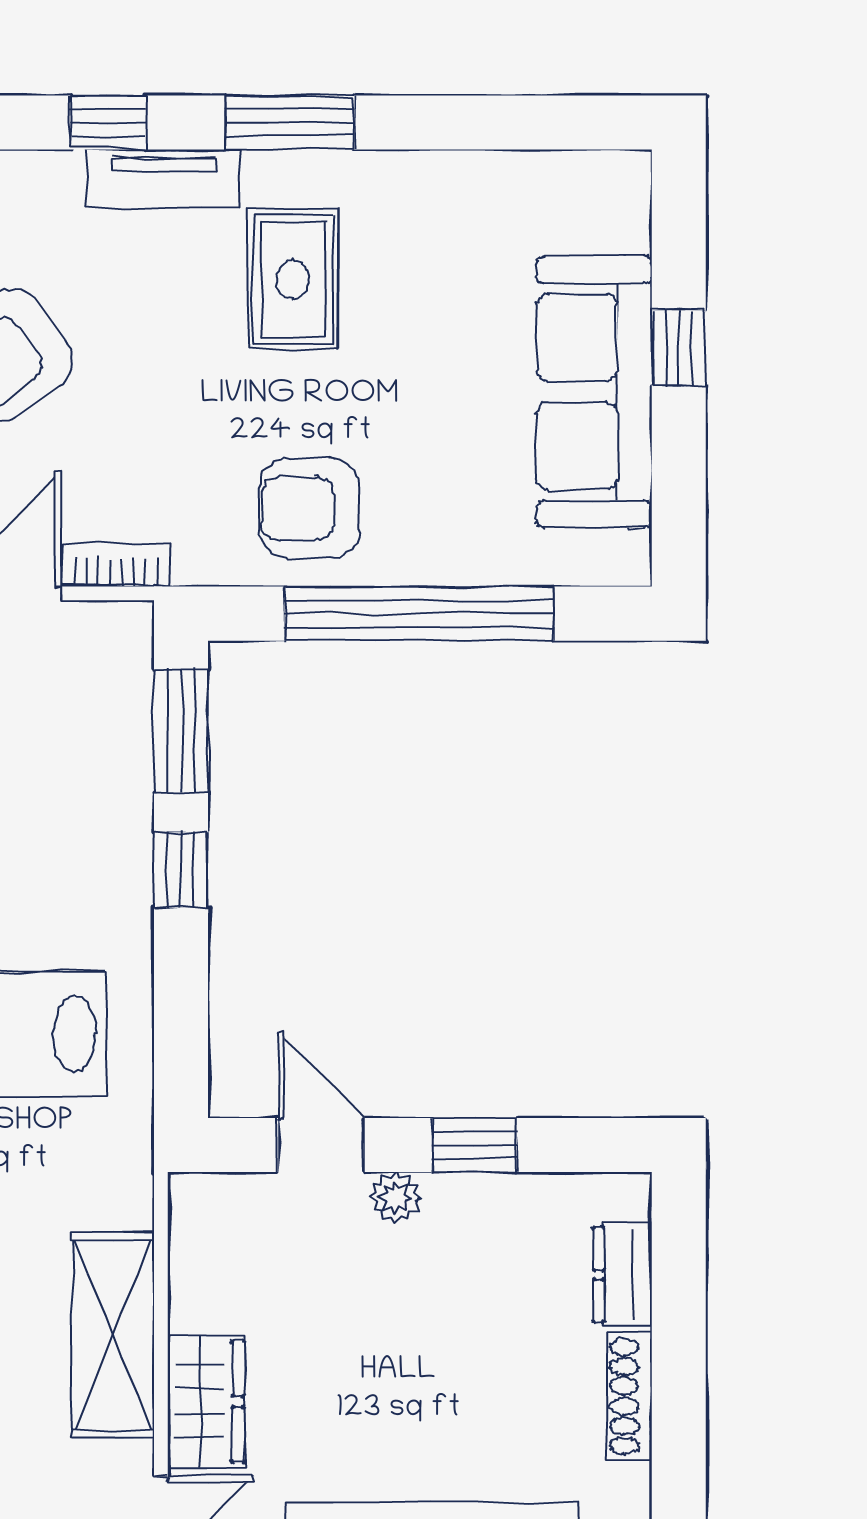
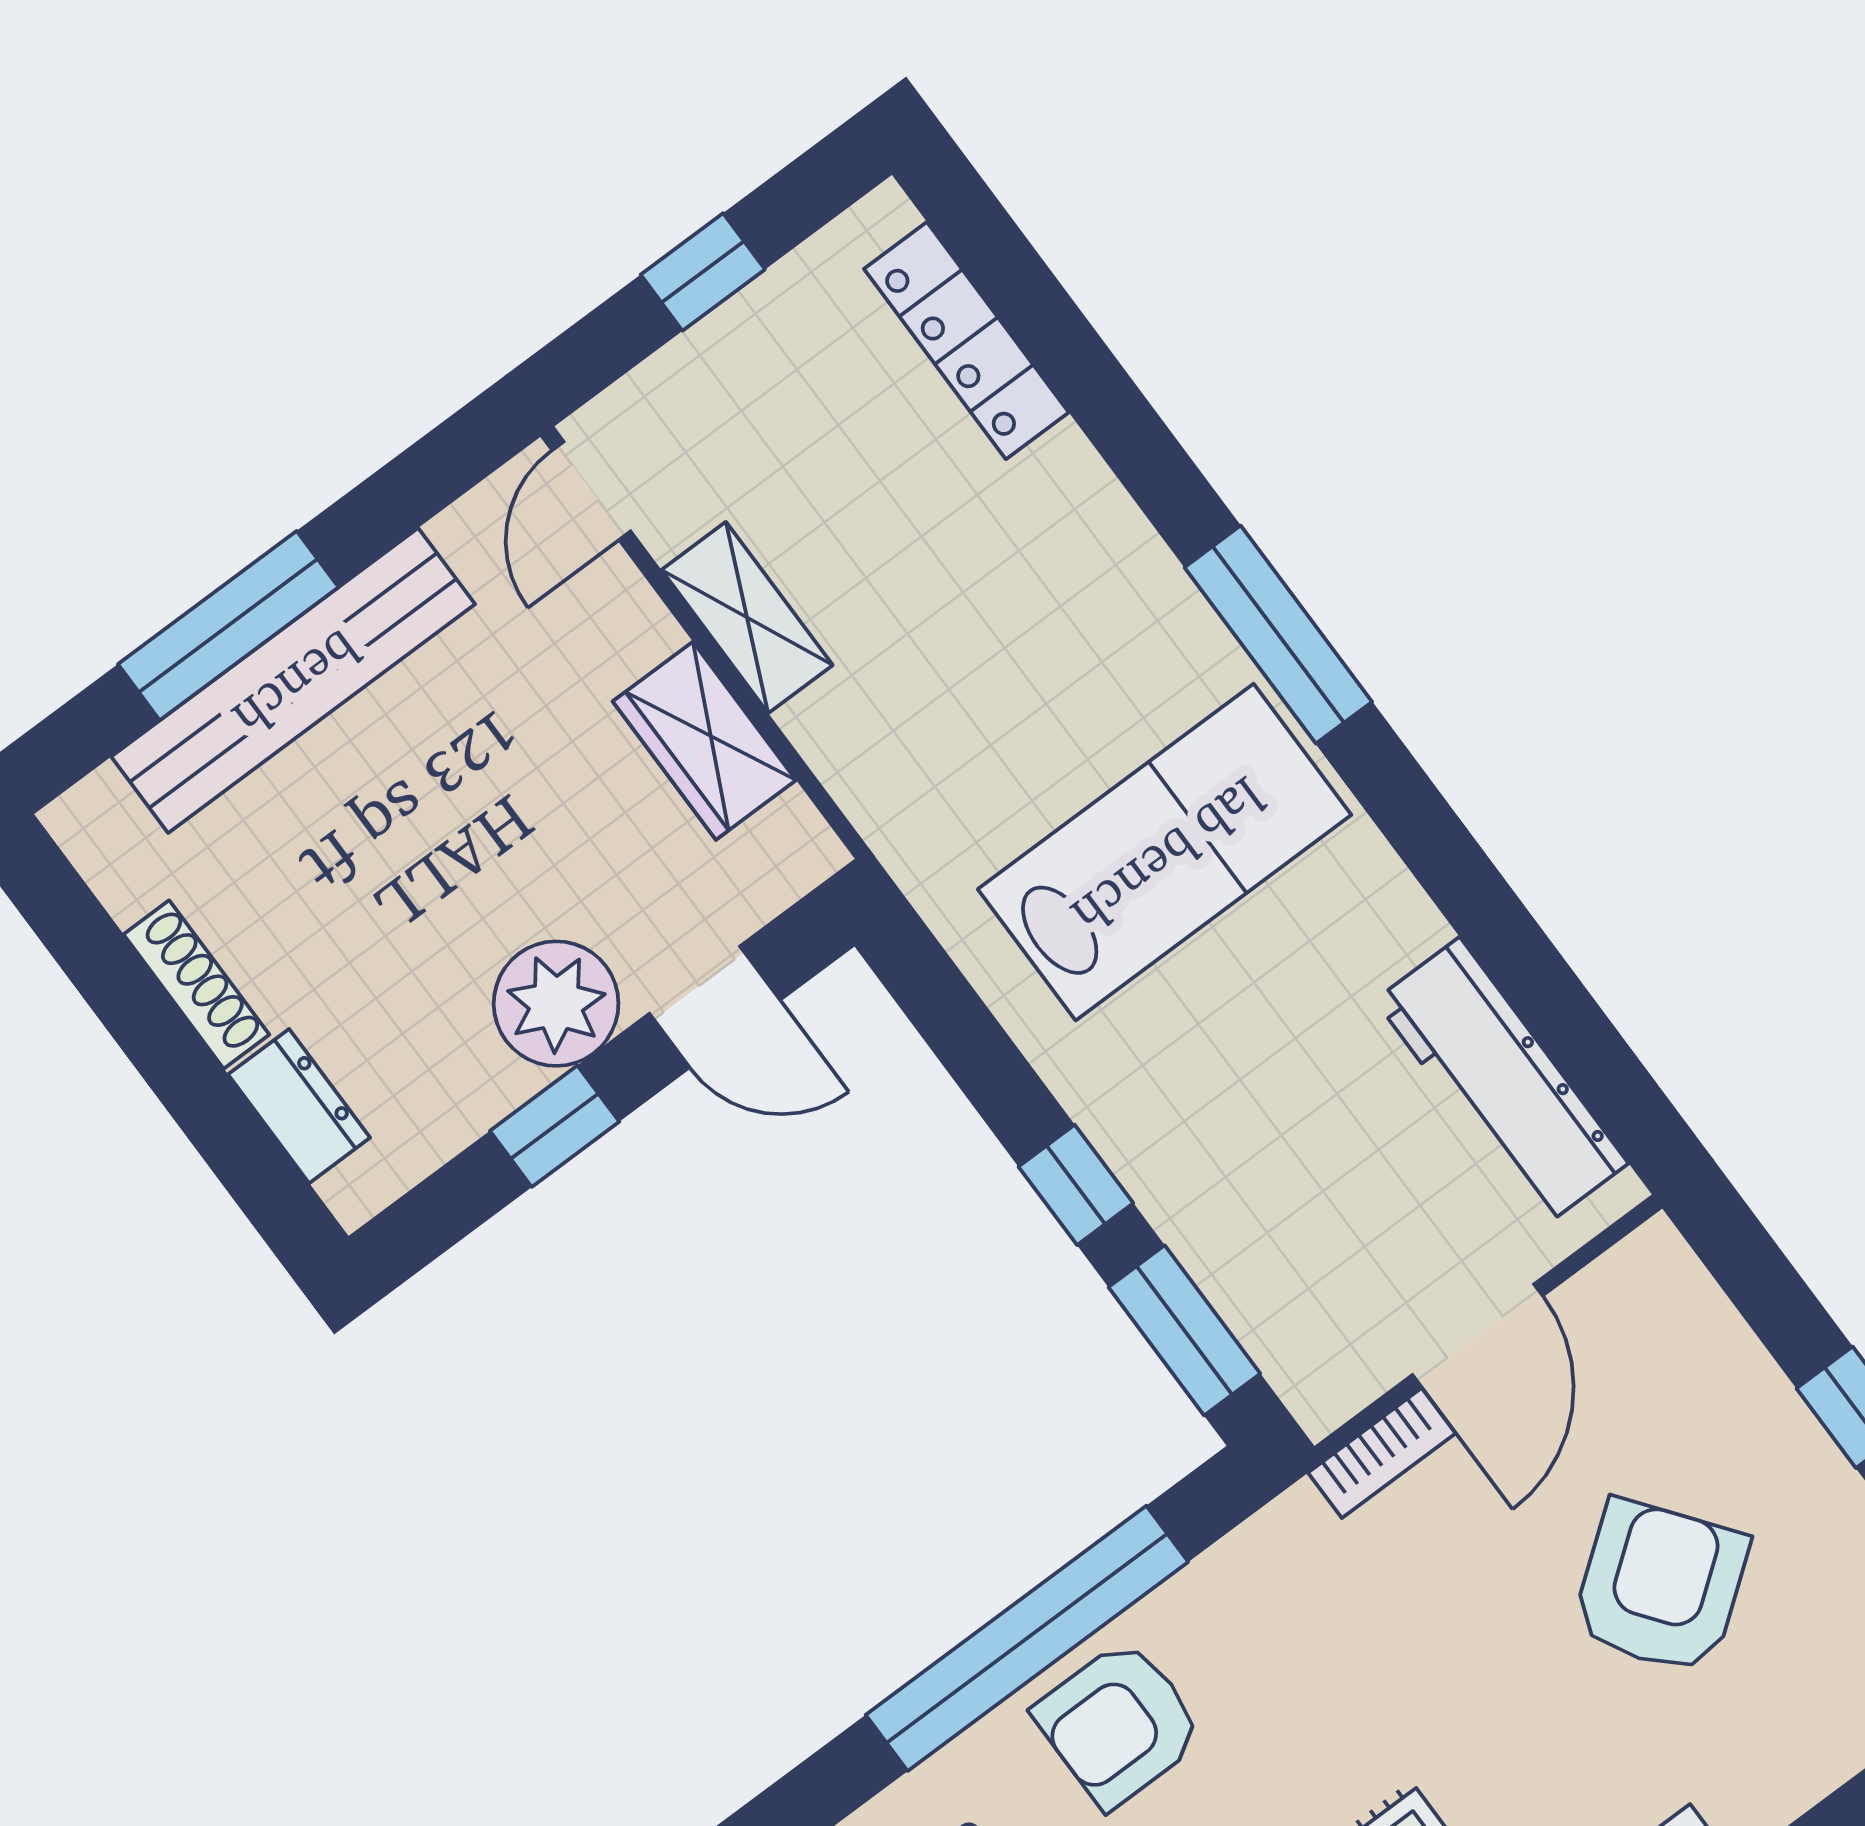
armchair: (309, 509) -> (1119, 1724), moved, turned 180
plant: (395, 1198) -> (556, 1004), width x1.88, depth x1.88
shelving: (113, 1335) -> (747, 618), width x0.67, depth x0.75
wardrobe: (206, 1401) -> (704, 741), moved

